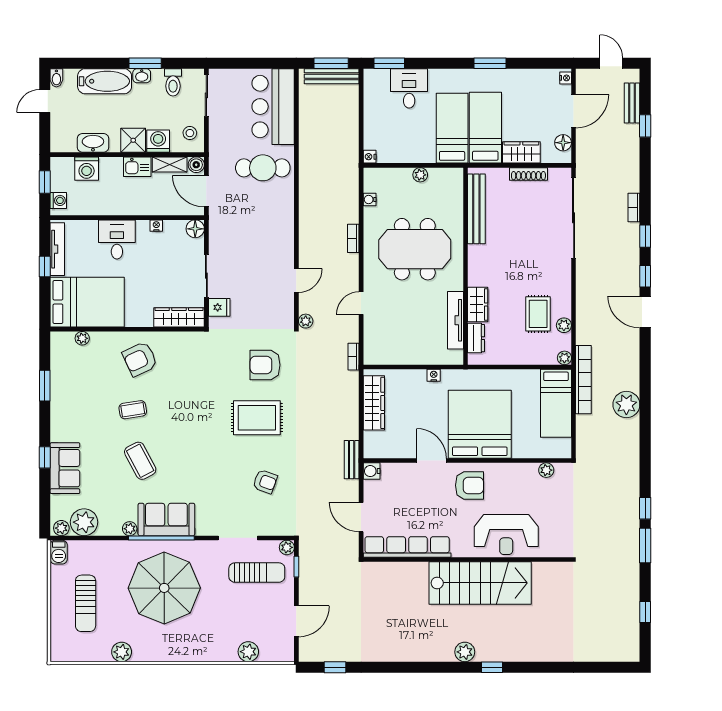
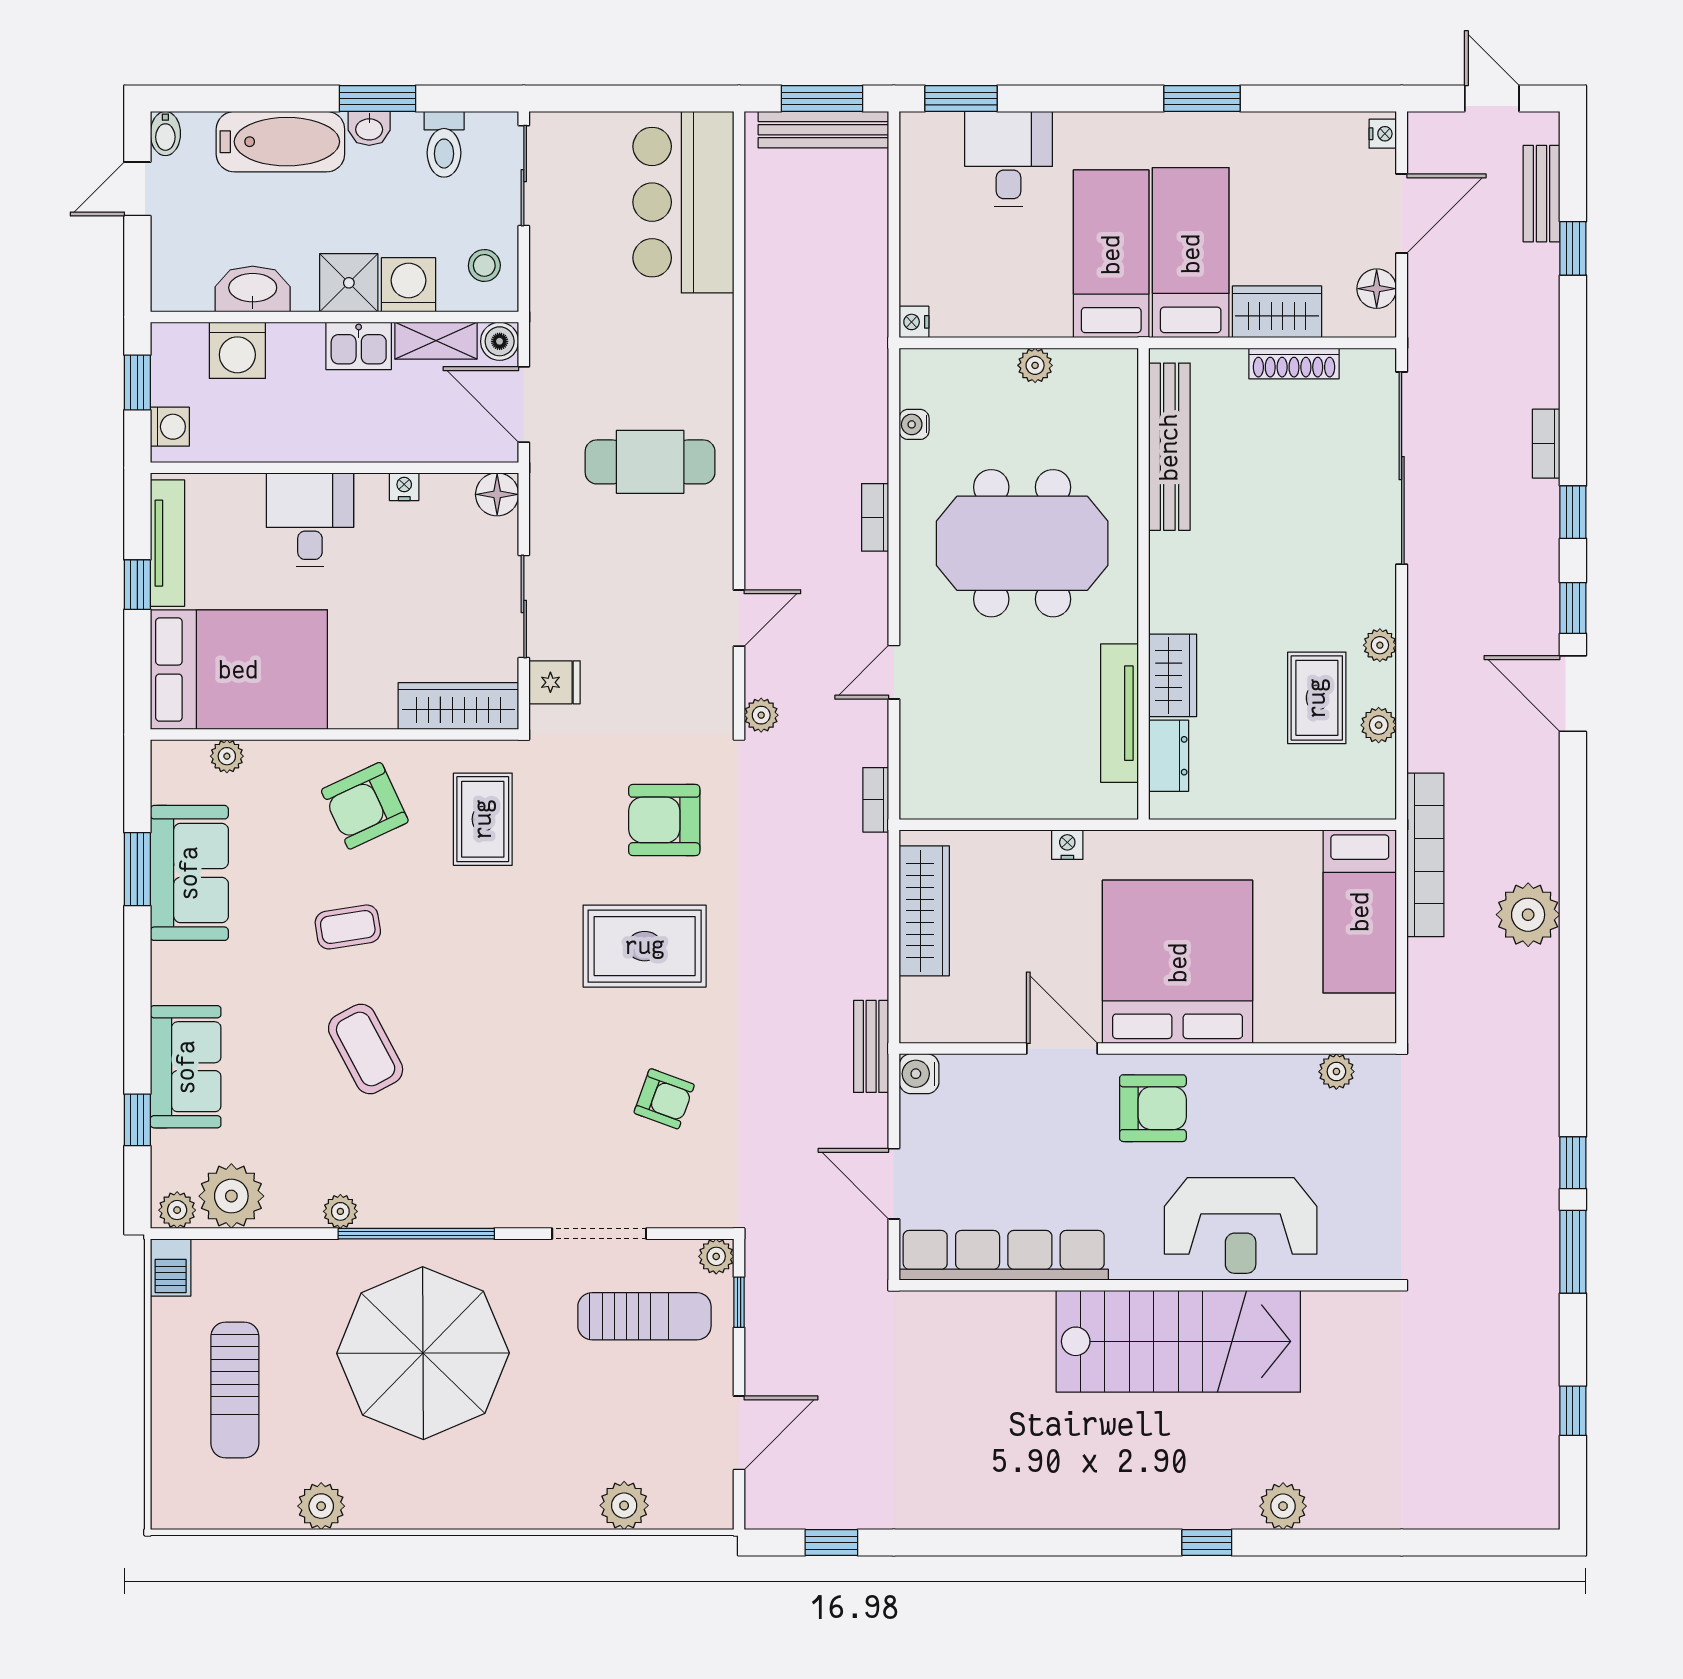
cafe table: (263, 168) -> (650, 462), moved
plant: (564, 358) -> (1380, 645), moved
rug: (189, 365) -> (483, 819), added
window: (45, 457) -> (137, 1120), moved
sofa: (166, 519) -> (189, 873), moved, turned 90
plant: (465, 652) -> (1283, 1506), moved

